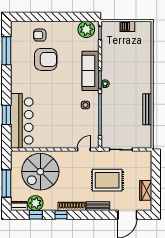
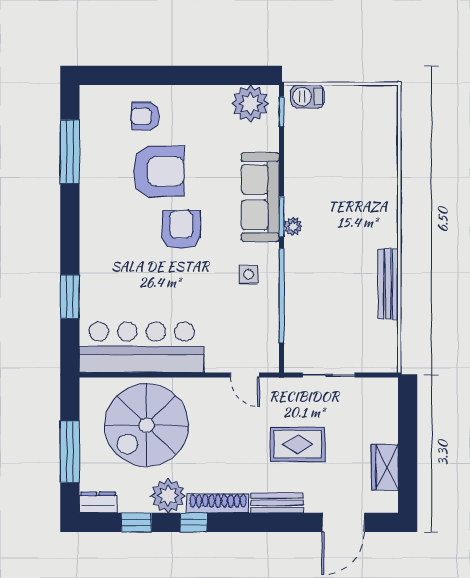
barbecue: (127, 26) -> (308, 97), moved
armchair: (56, 85) -> (181, 230), added
bar counter: (22, 121) -> (142, 347), moved, turned -90
door: (84, 150) -> (245, 375), swing flipped
rug: (107, 180) -> (298, 444), width x0.73, depth x0.70
plant: (35, 203) -> (168, 496), moved

